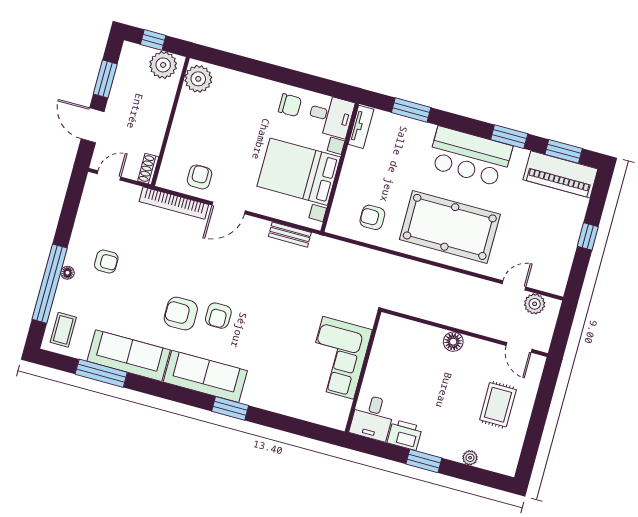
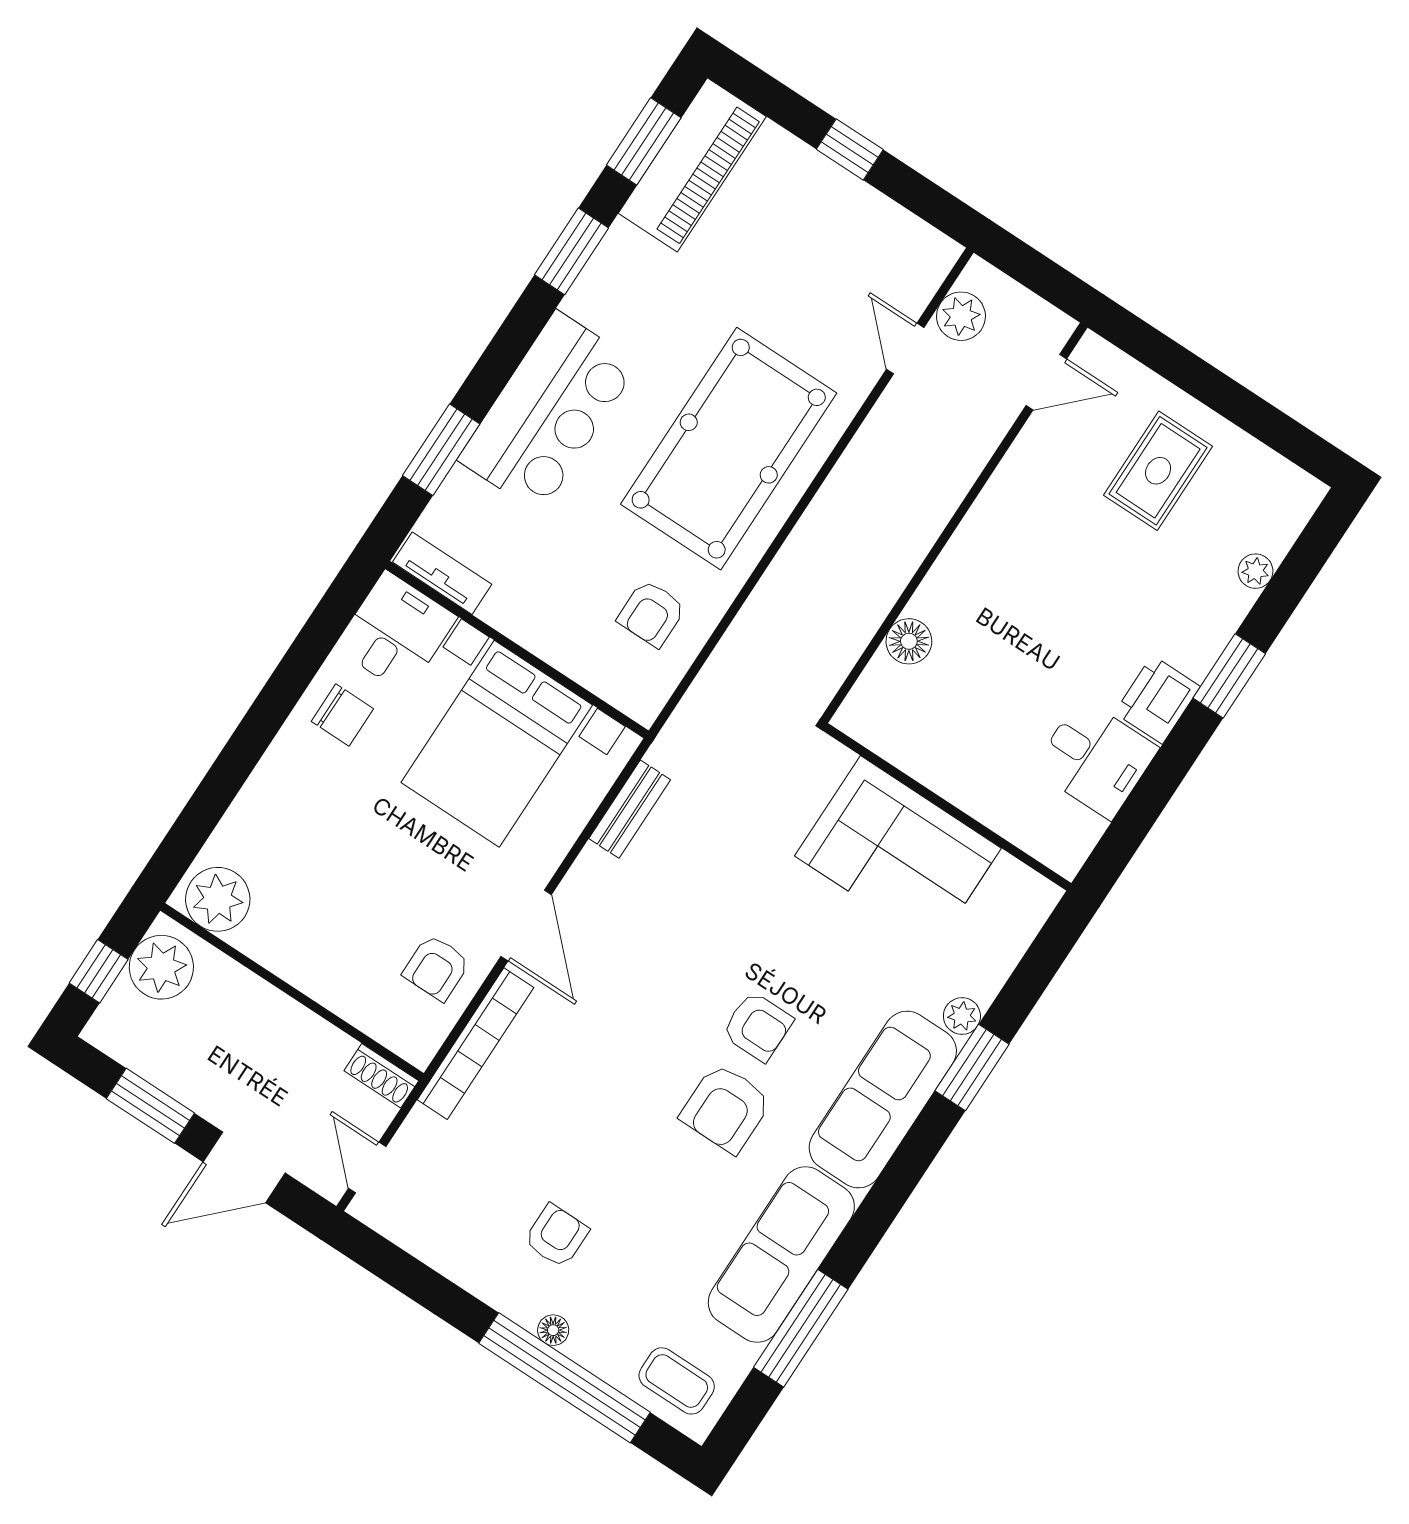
chair: (290, 105) -> (342, 715), turned 90
bar counter: (470, 156) -> (548, 412), moved
armchair: (200, 177) -> (436, 968), turned -90
floor lamp: (453, 342) -> (909, 641), moved
corner sofa: (338, 358) -> (898, 852), moved
wall: (363, 372) -> (947, 807), moved
plant: (250, 397) -> (962, 1016), added
rug: (498, 405) -> (1158, 471), turned 90

